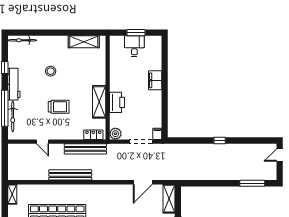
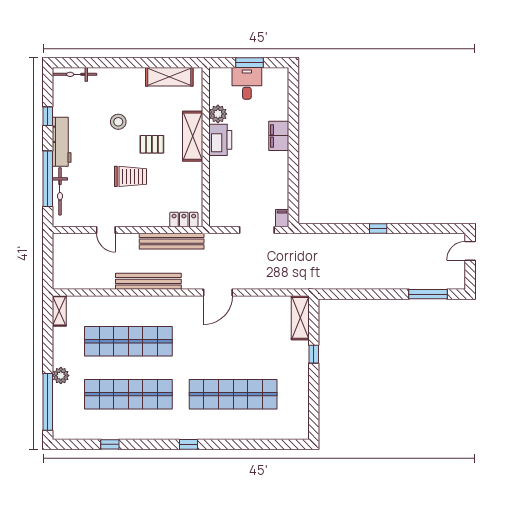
pallet: (73, 86) -> (152, 144), added
shelving: (99, 102) -> (193, 136), moved
printer: (117, 102) -> (220, 140), moved
plant: (115, 134) -> (218, 114), moved
door: (143, 182) -> (218, 293), moved

